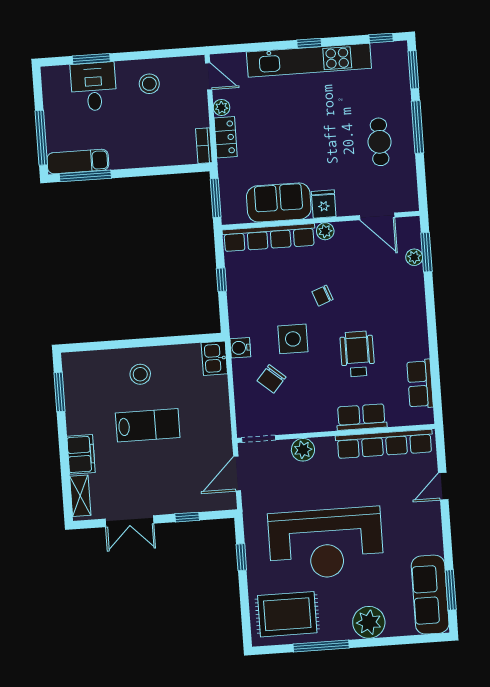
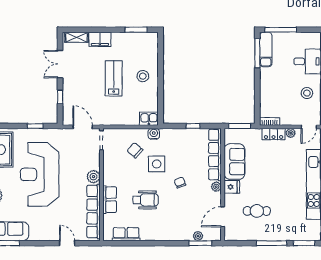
cafe table: (380, 142) -> (257, 211), moved
lab bench: (148, 425) -> (114, 78), turned 180
plant: (303, 450) -> (93, 177), moved

